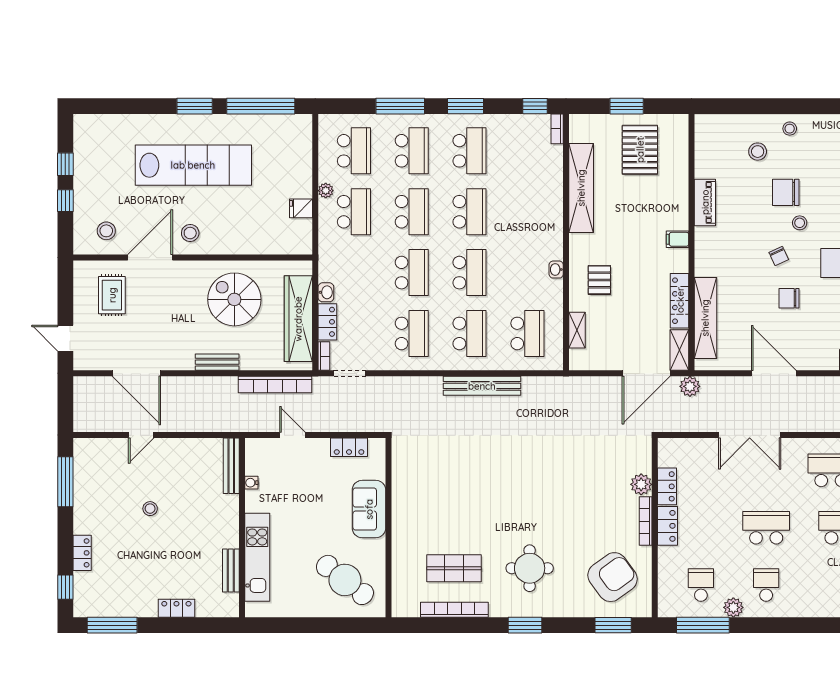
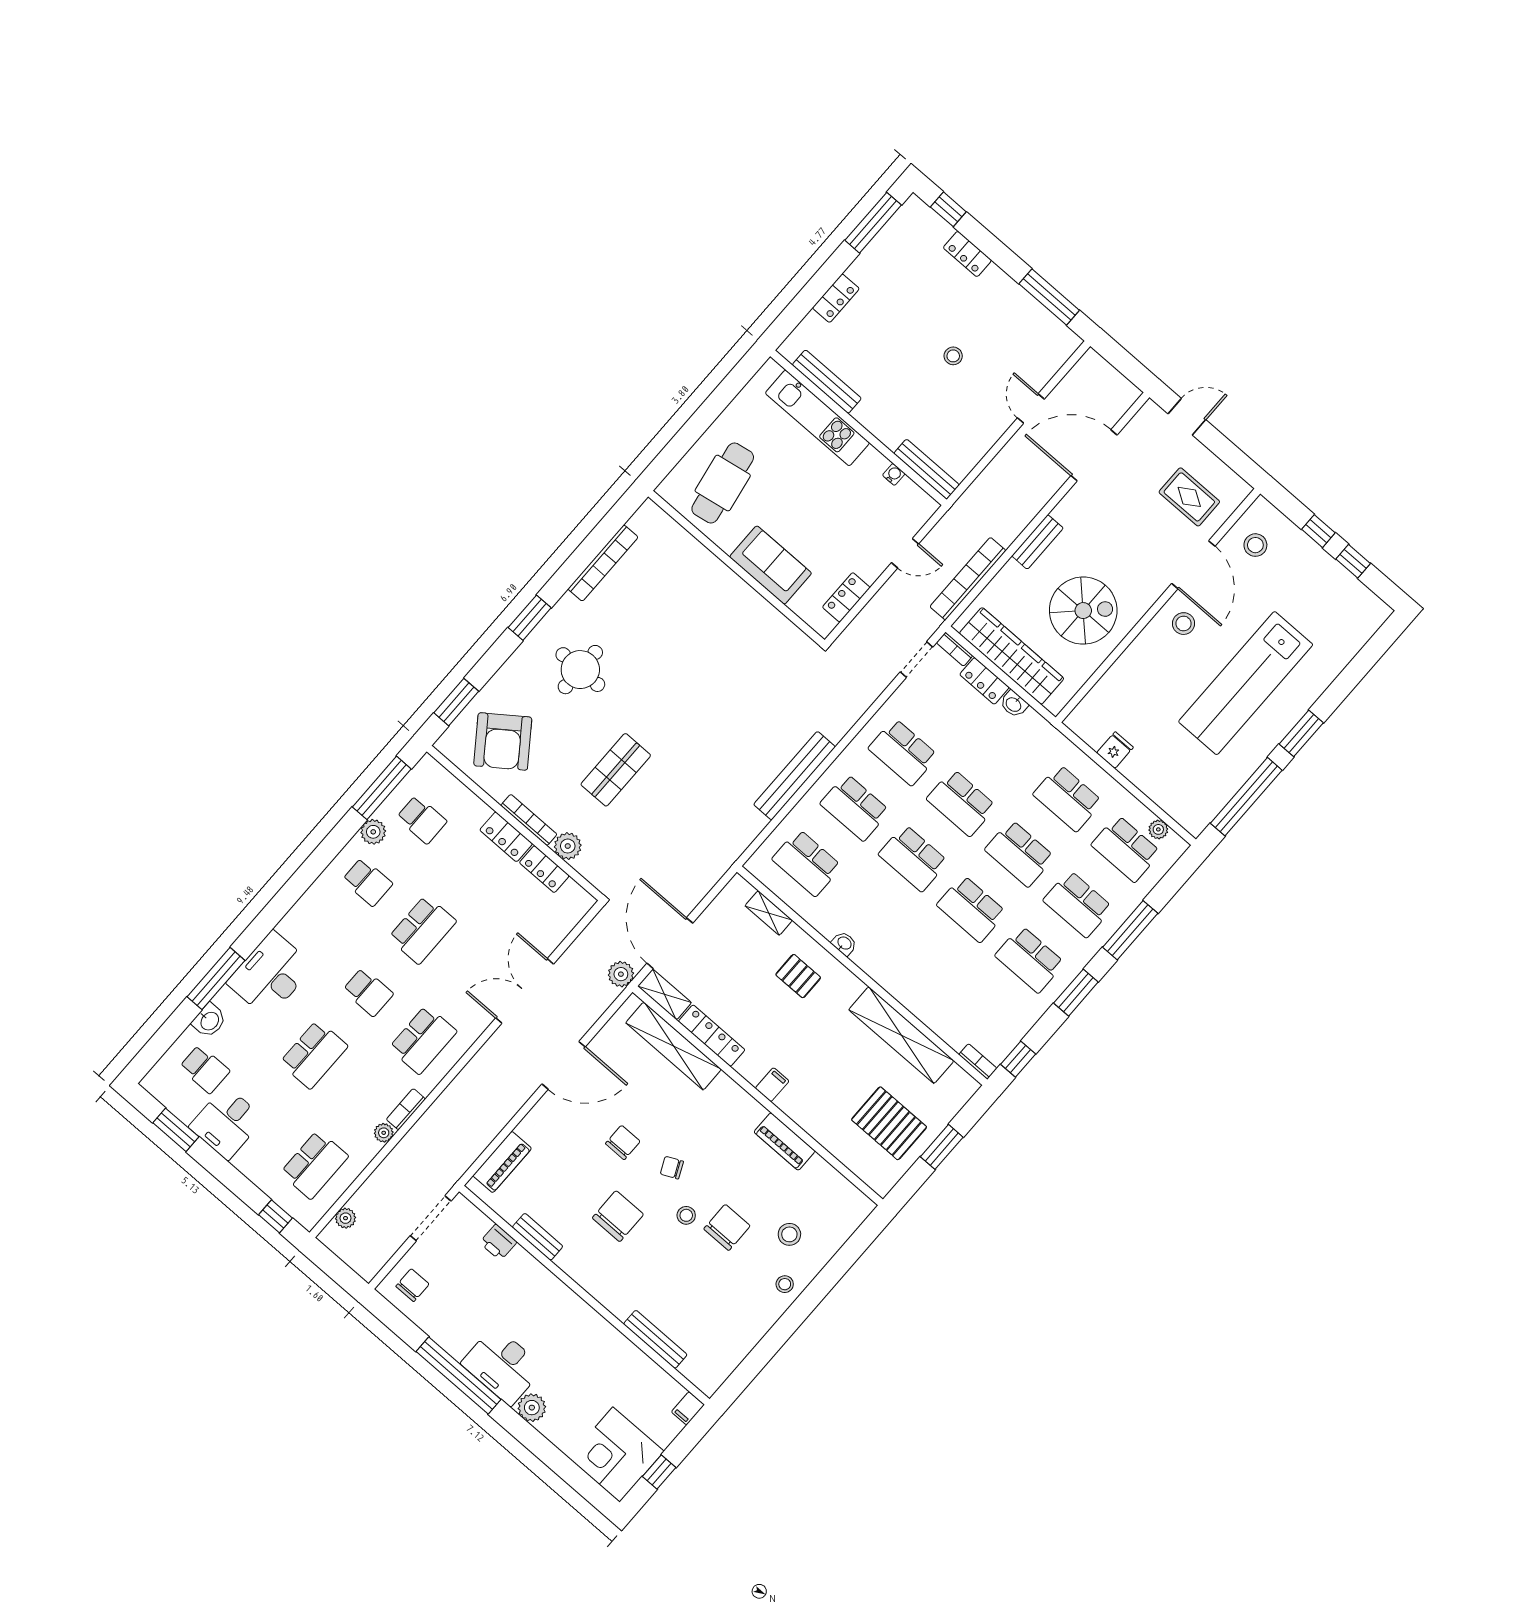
plant: (326, 191) -> (1158, 829), moved
shop shelf: (454, 568) -> (616, 770), moved
bench: (231, 570) -> (827, 382), width x1.36
cafe table: (345, 580) -> (723, 483), turned -48

